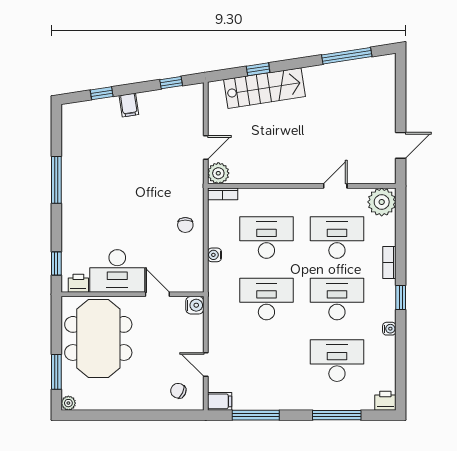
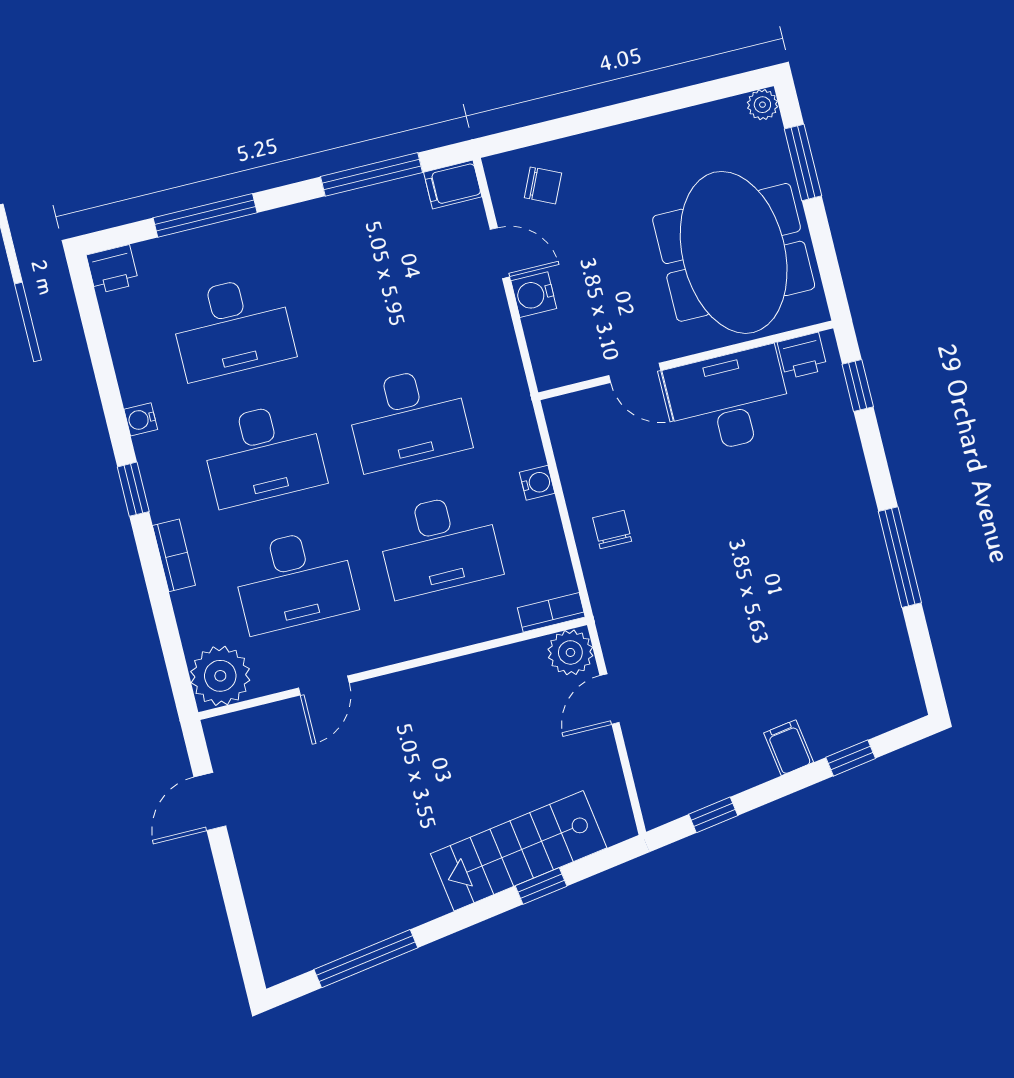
water cooler: (195, 305) -> (534, 295), moved

